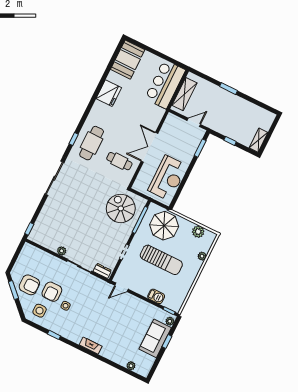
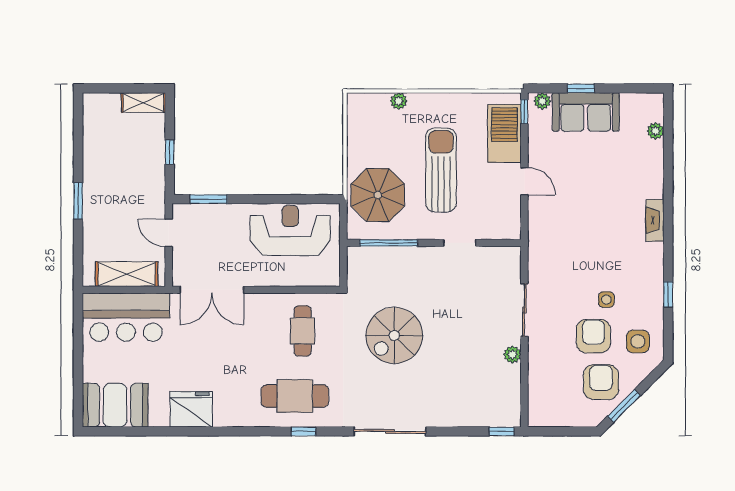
double door: (149, 147) -> (212, 290), moved
spiral stairs: (121, 208) -> (394, 335), moved
plant: (198, 232) -> (359, 129), removed
dresser: (102, 271) -> (512, 265), removed
door: (121, 287) -> (524, 181), moved
armchair: (52, 292) -> (593, 336), turned -90
barbecue: (156, 296) -> (504, 133), width x1.88, depth x1.53

